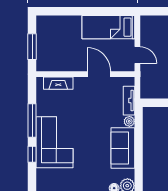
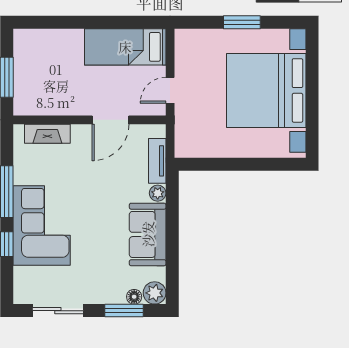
door: (137, 55) -> (170, 90), swing flipped
door: (99, 74) -> (111, 120), swing flipped

